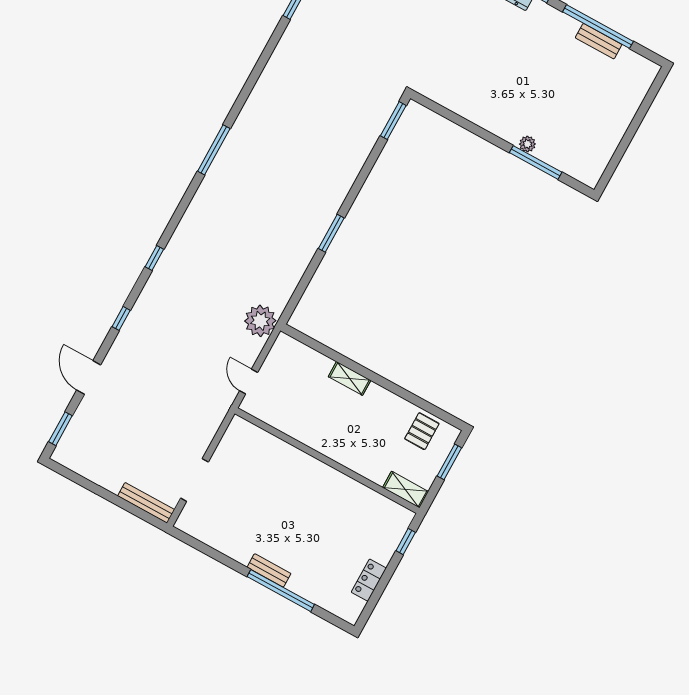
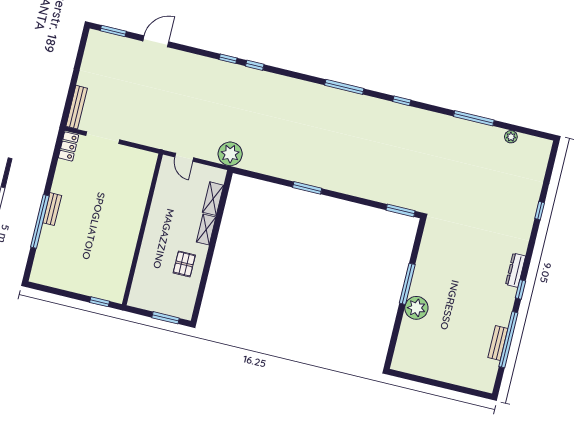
window: (252, 80) -> (402, 101), added
plant: (527, 144) -> (416, 308), width x1.88, depth x1.88
window: (536, 162) -> (407, 284), moved
window: (121, 318) -> (228, 59), moved
door: (249, 382) -> (184, 157), swing flipped
pallet: (422, 431) -> (184, 264), moved, turned 90
shelving: (406, 490) -> (213, 199), moved
locker: (369, 580) -> (69, 146), moved, turned 90

